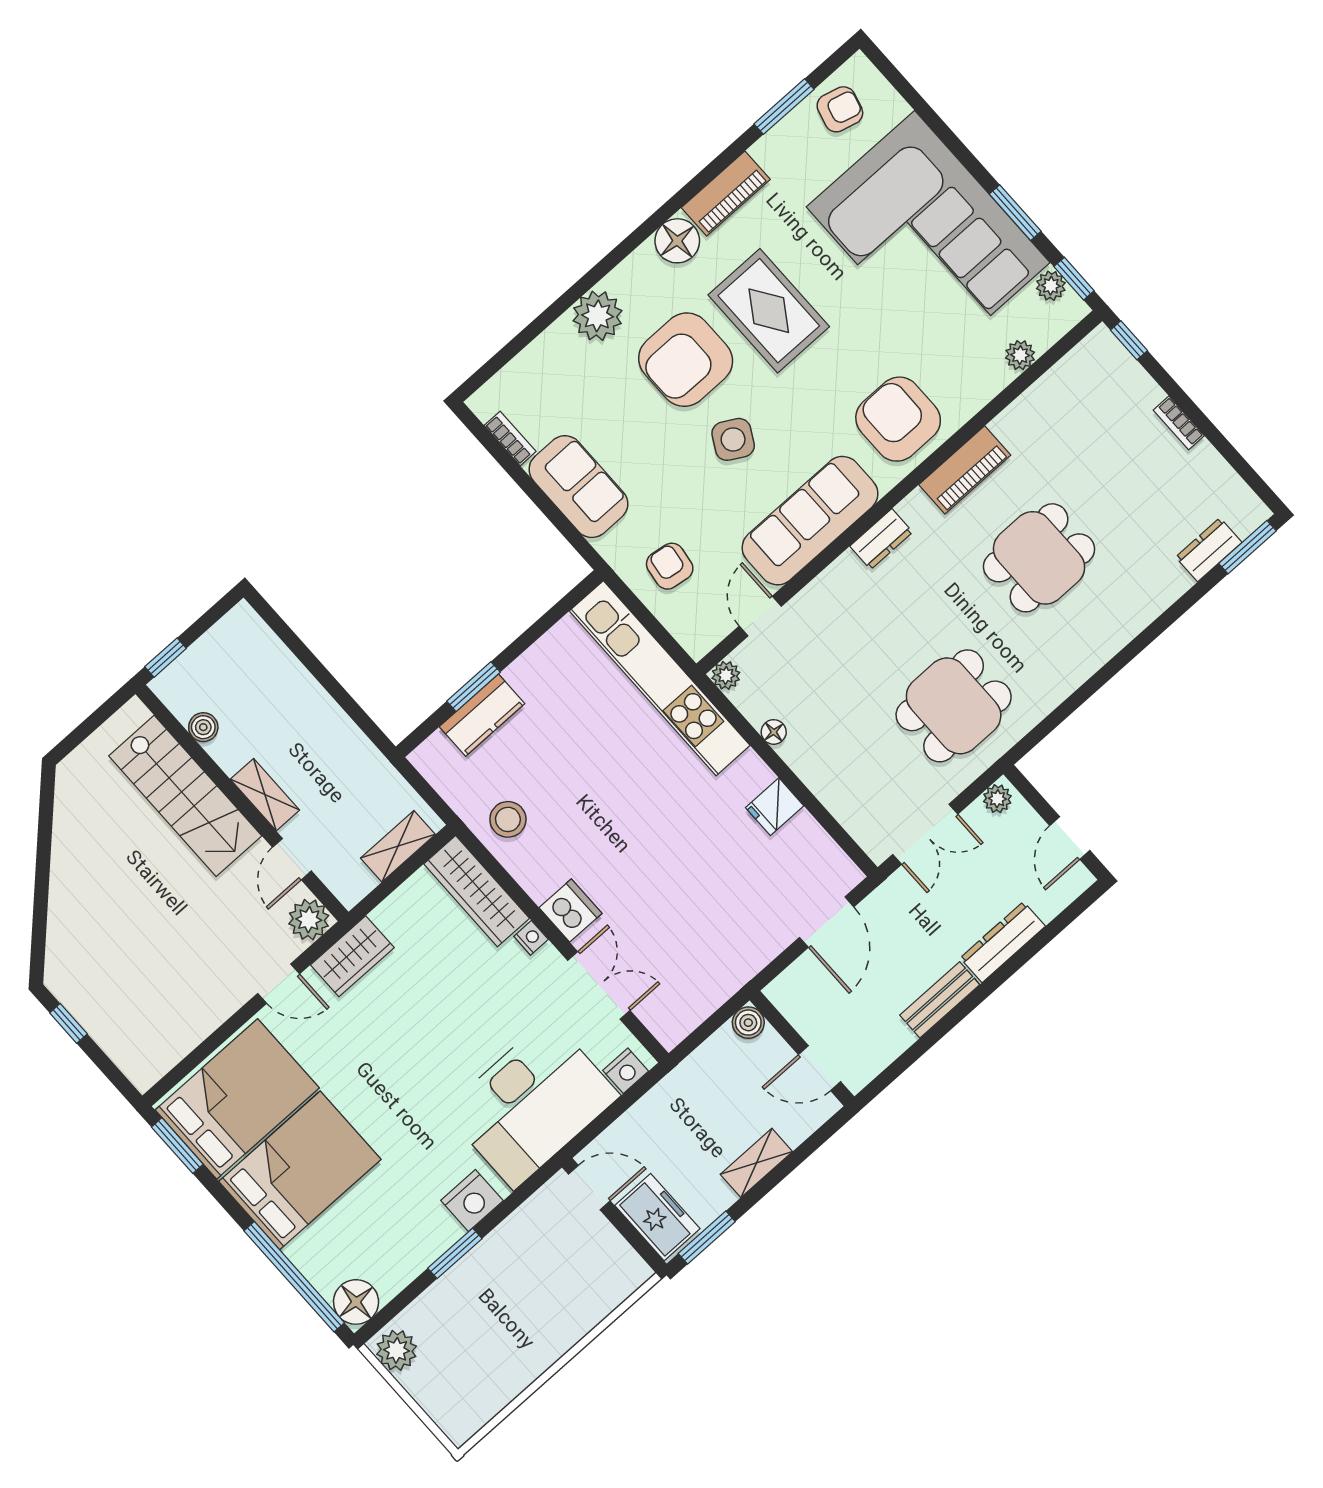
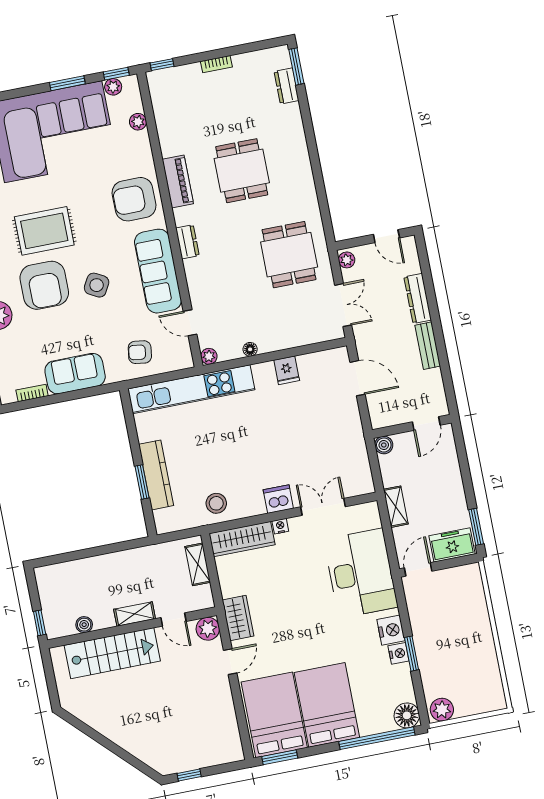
kitchen counter: (482, 715) -> (156, 475), width x1.50
nightstand: (626, 1071) -> (398, 653), moved
shelving: (756, 1163) -> (396, 507), moved

